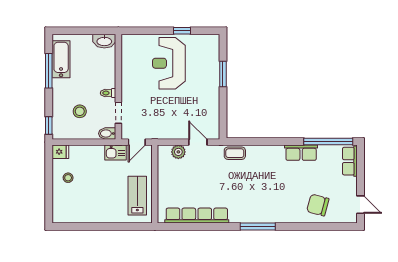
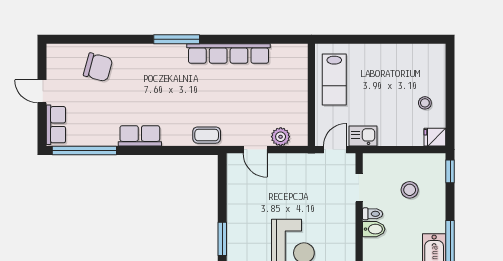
bidet: (107, 133) -> (374, 229), moved
row of seats: (301, 153) -> (140, 136), moved
door: (361, 205) -> (42, 91), moved
row of seats: (197, 216) -> (229, 53), moved

